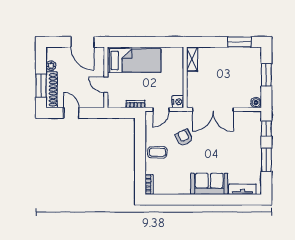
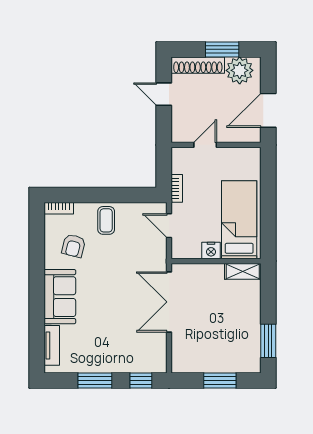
bed: (134, 60) -> (239, 220), moved, turned 180
plant: (51, 66) -> (240, 70), width x1.87, depth x1.87
window: (41, 86) -> (222, 49), moved
nightstand: (178, 102) -> (211, 250), moved
boiler: (256, 103) -> (179, 365), removed
door: (71, 113) -> (164, 94), swing flipped
armchair: (184, 138) -> (74, 246), moved, turned 131

